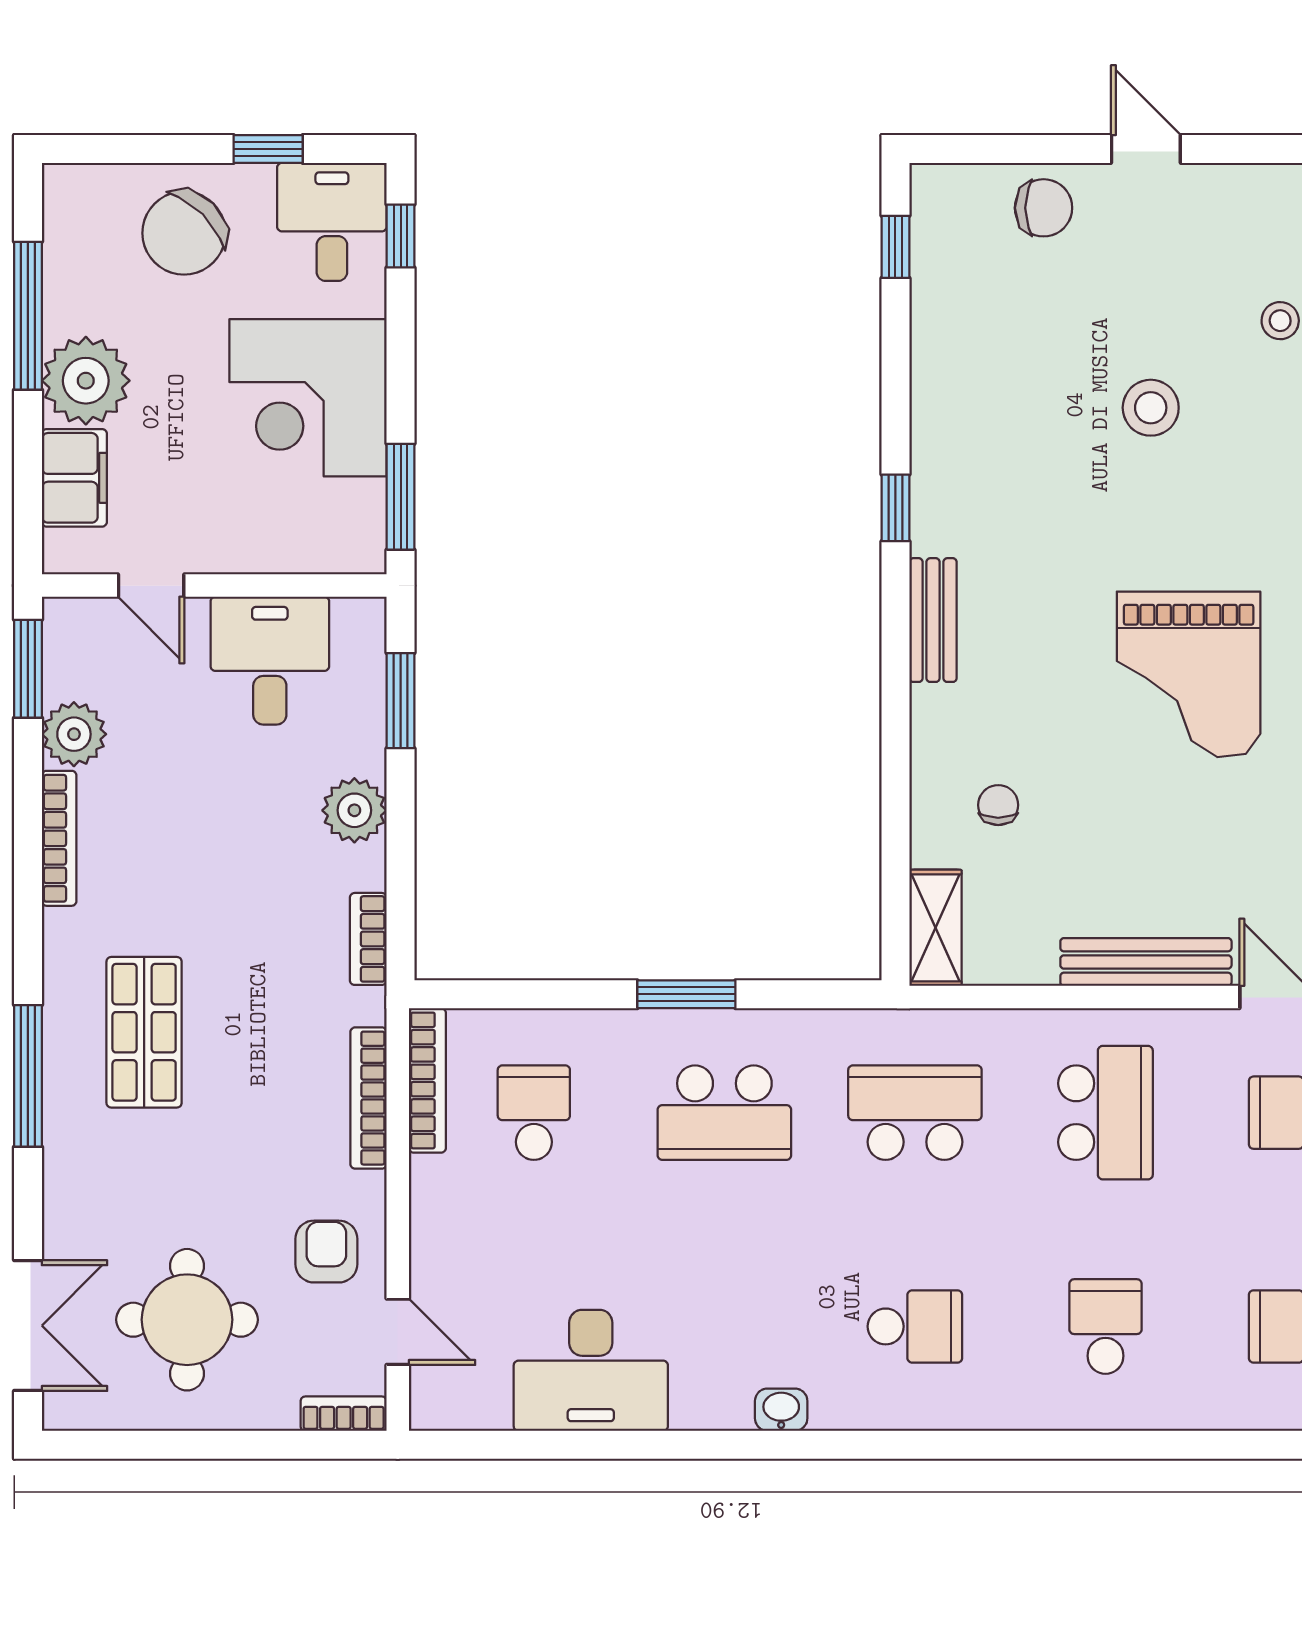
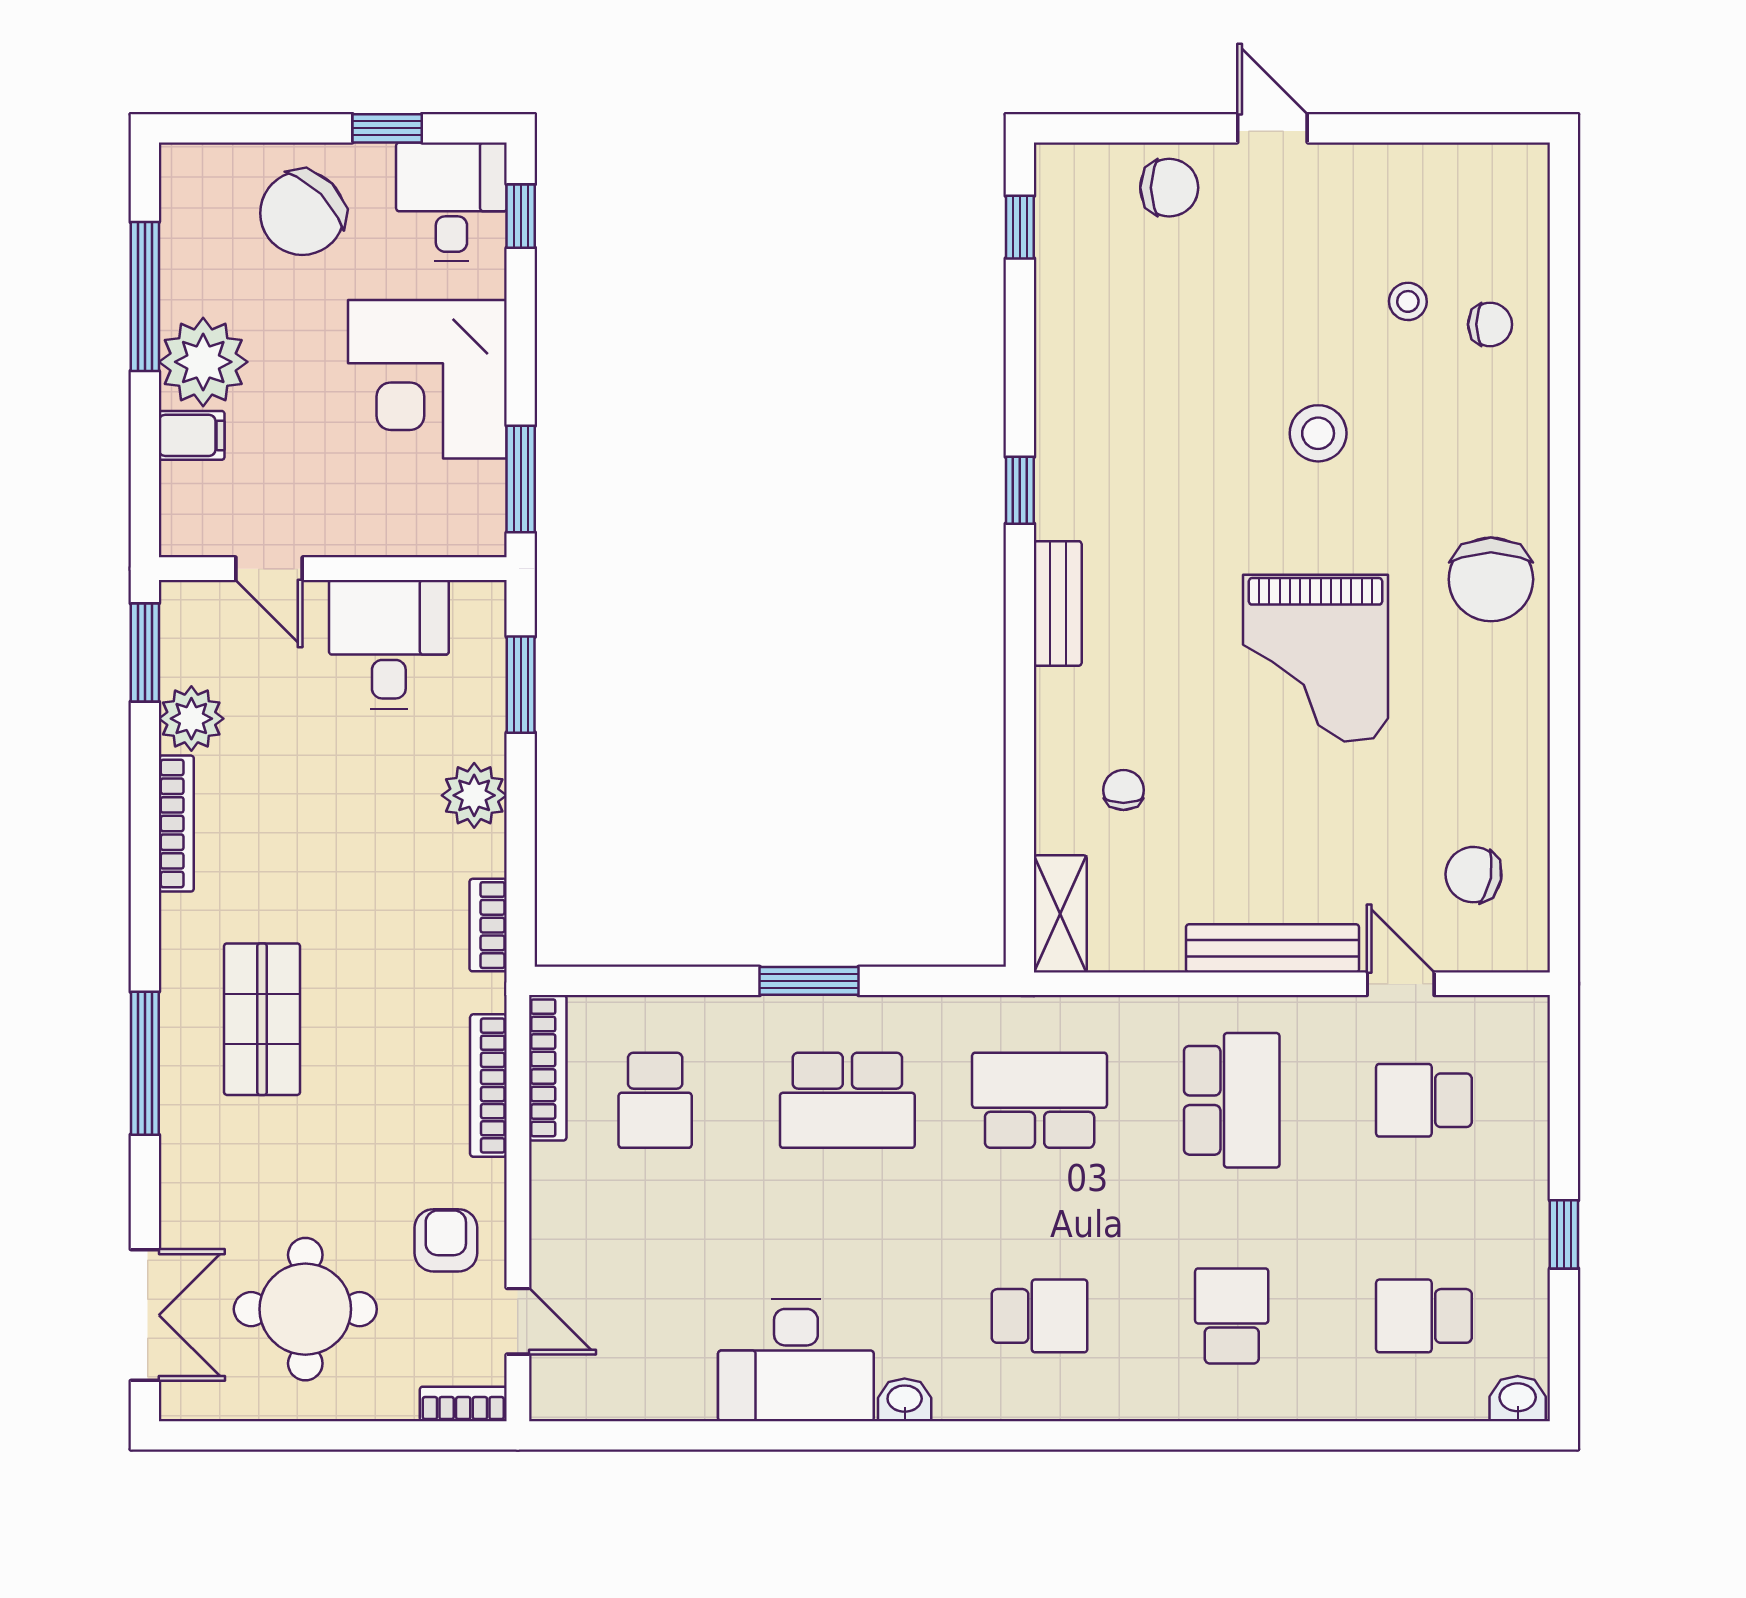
stool: (1151, 408) -> (1318, 433), moved
filing cabinet: (74, 478) -> (192, 435), width x0.50
school desk: (534, 1113) -> (655, 1100), turned 180
desk: (591, 1370) -> (796, 1360), moved

